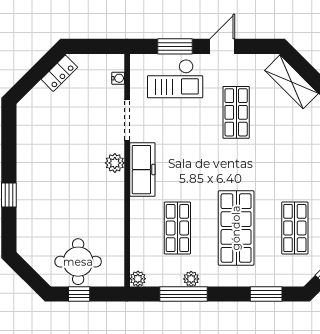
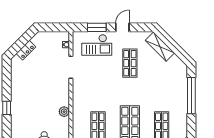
locker: (59, 73) -> (26, 50), moved
plant: (115, 163) -> (64, 112), moved
freezer: (142, 170) -> (79, 94), removed

